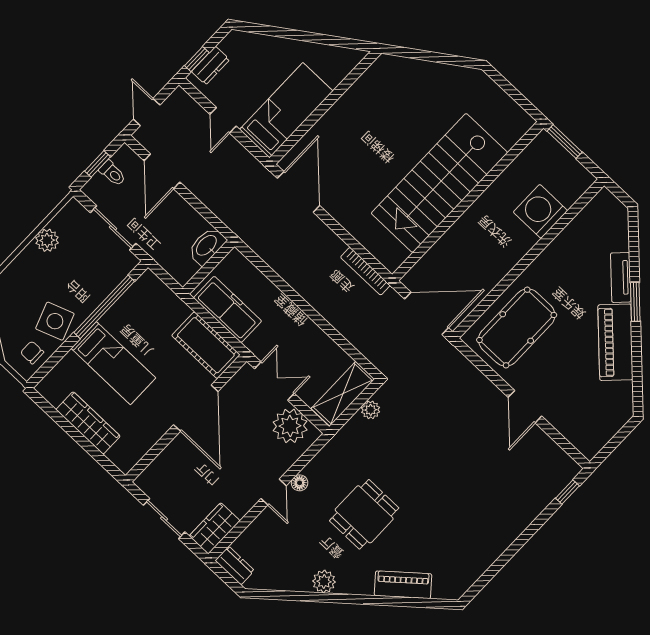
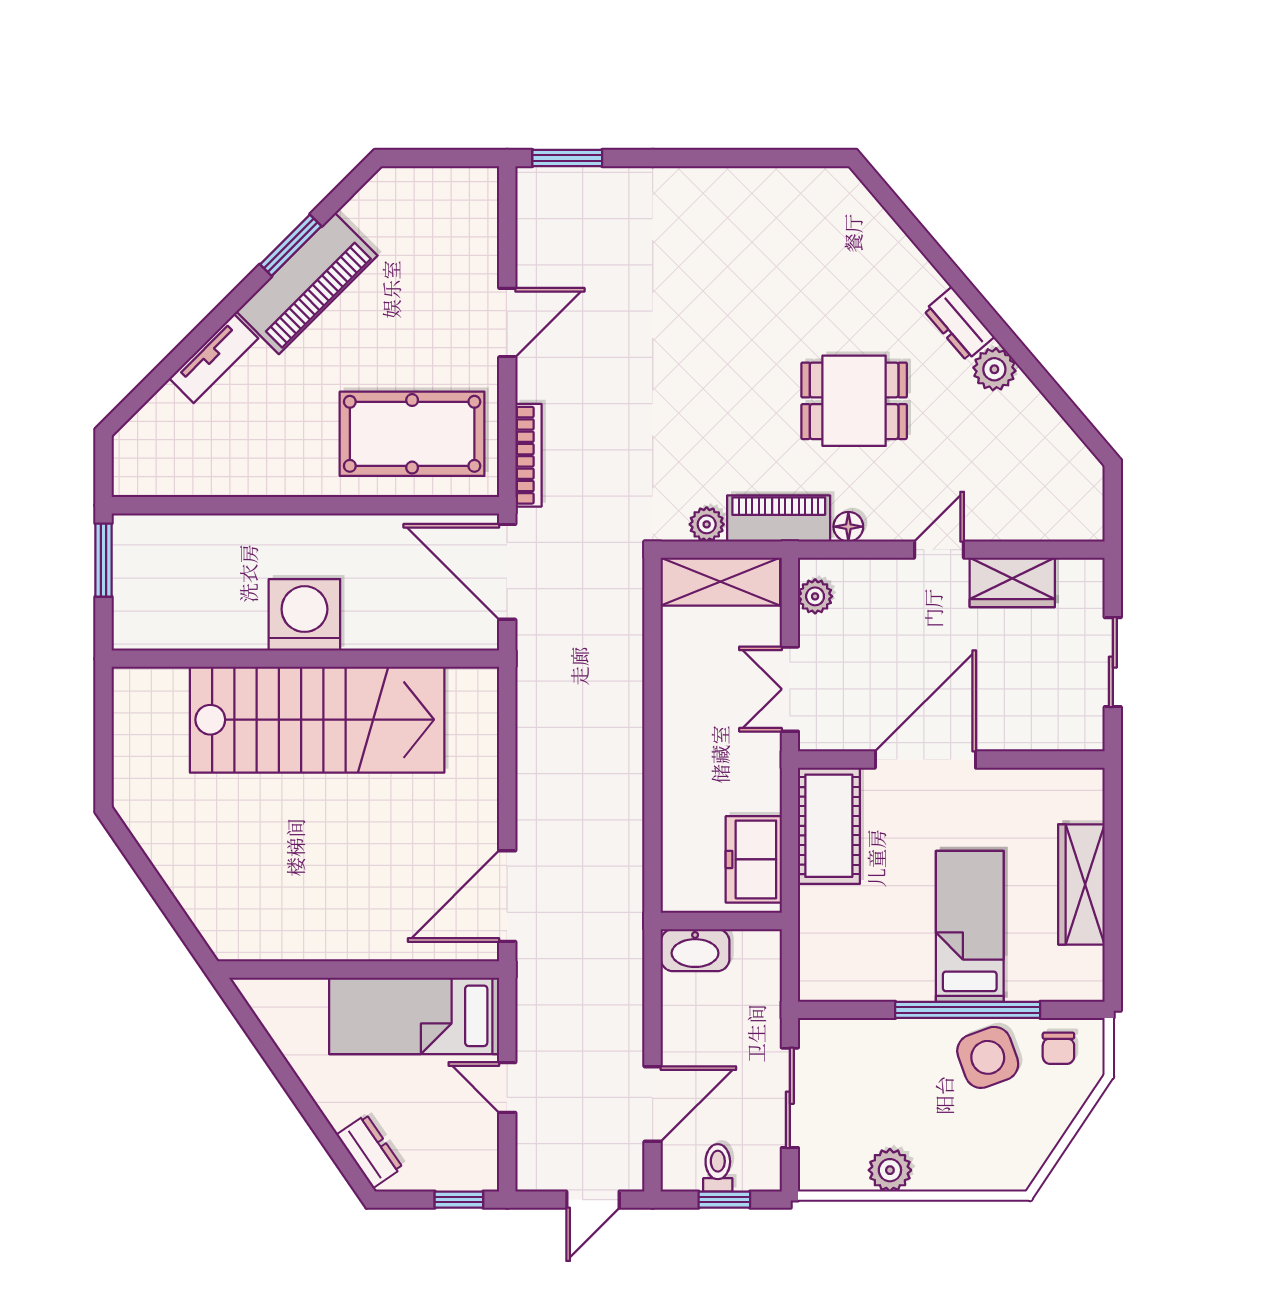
dresser: (211, 66) -> (370, 1151), moved, turned 56
door: (223, 120) -> (507, 1088), swing flipped
window: (565, 142) -> (104, 560), moved
washing machine: (540, 211) -> (304, 615), moved, turned 180
bookcase: (365, 271) -> (528, 455), moved
window: (635, 302) -> (291, 245), moved
window: (104, 307) -> (968, 1010), moved
freezer: (228, 309) -> (754, 859), width x0.71
plant: (290, 426) -> (815, 596), width x0.53, depth x0.53
floor lamp: (300, 483) -> (848, 527), moved
window: (567, 492) -> (567, 158), width x1.50
wardrobe: (215, 528) -> (1012, 582), moved
dresser: (235, 566) -> (959, 324), moved, turned -40
piano: (403, 585) -> (779, 519), moved, turned 130

